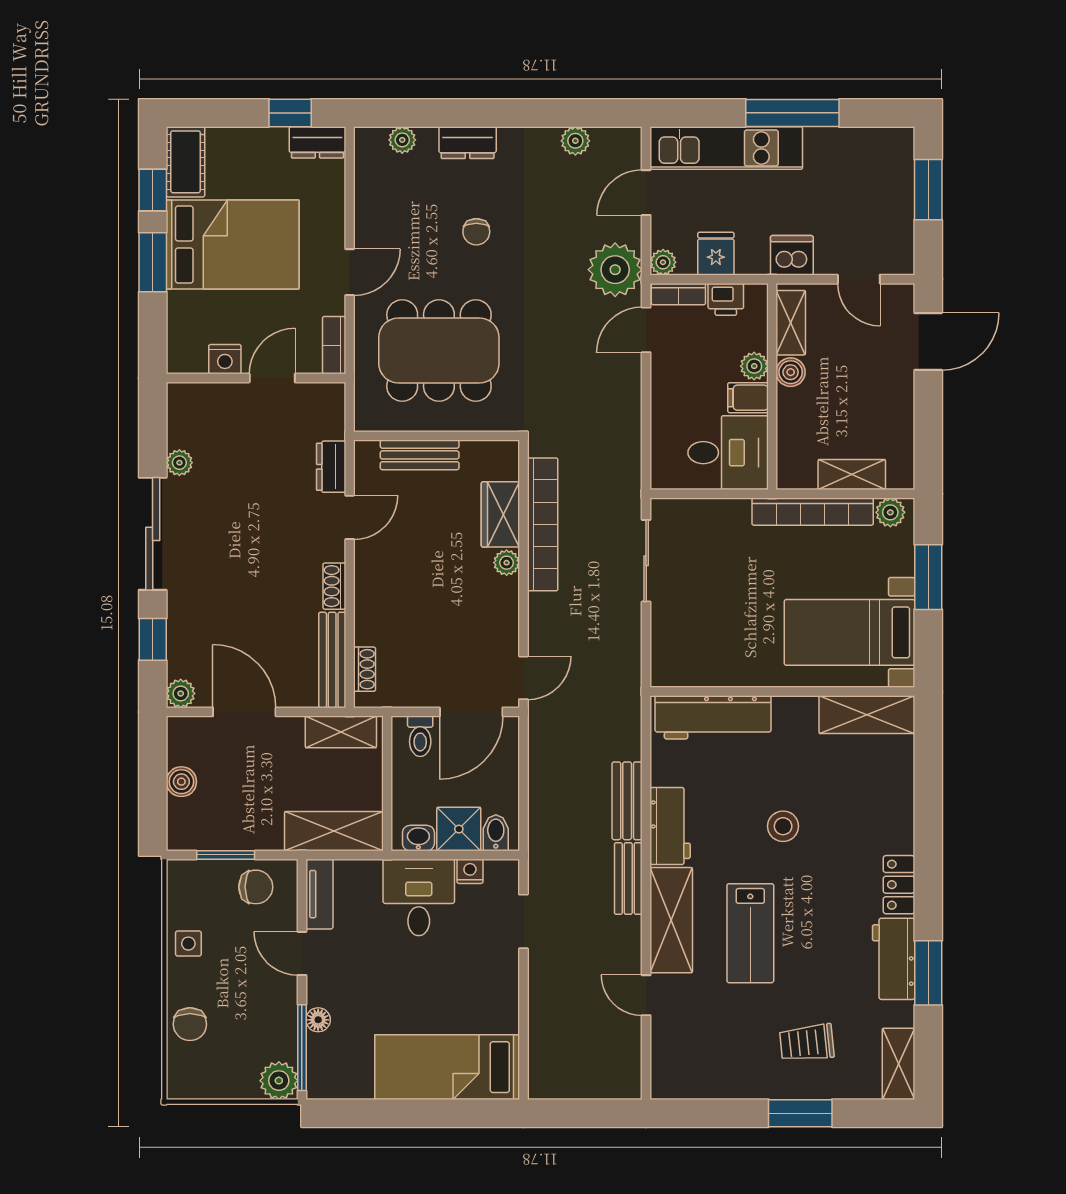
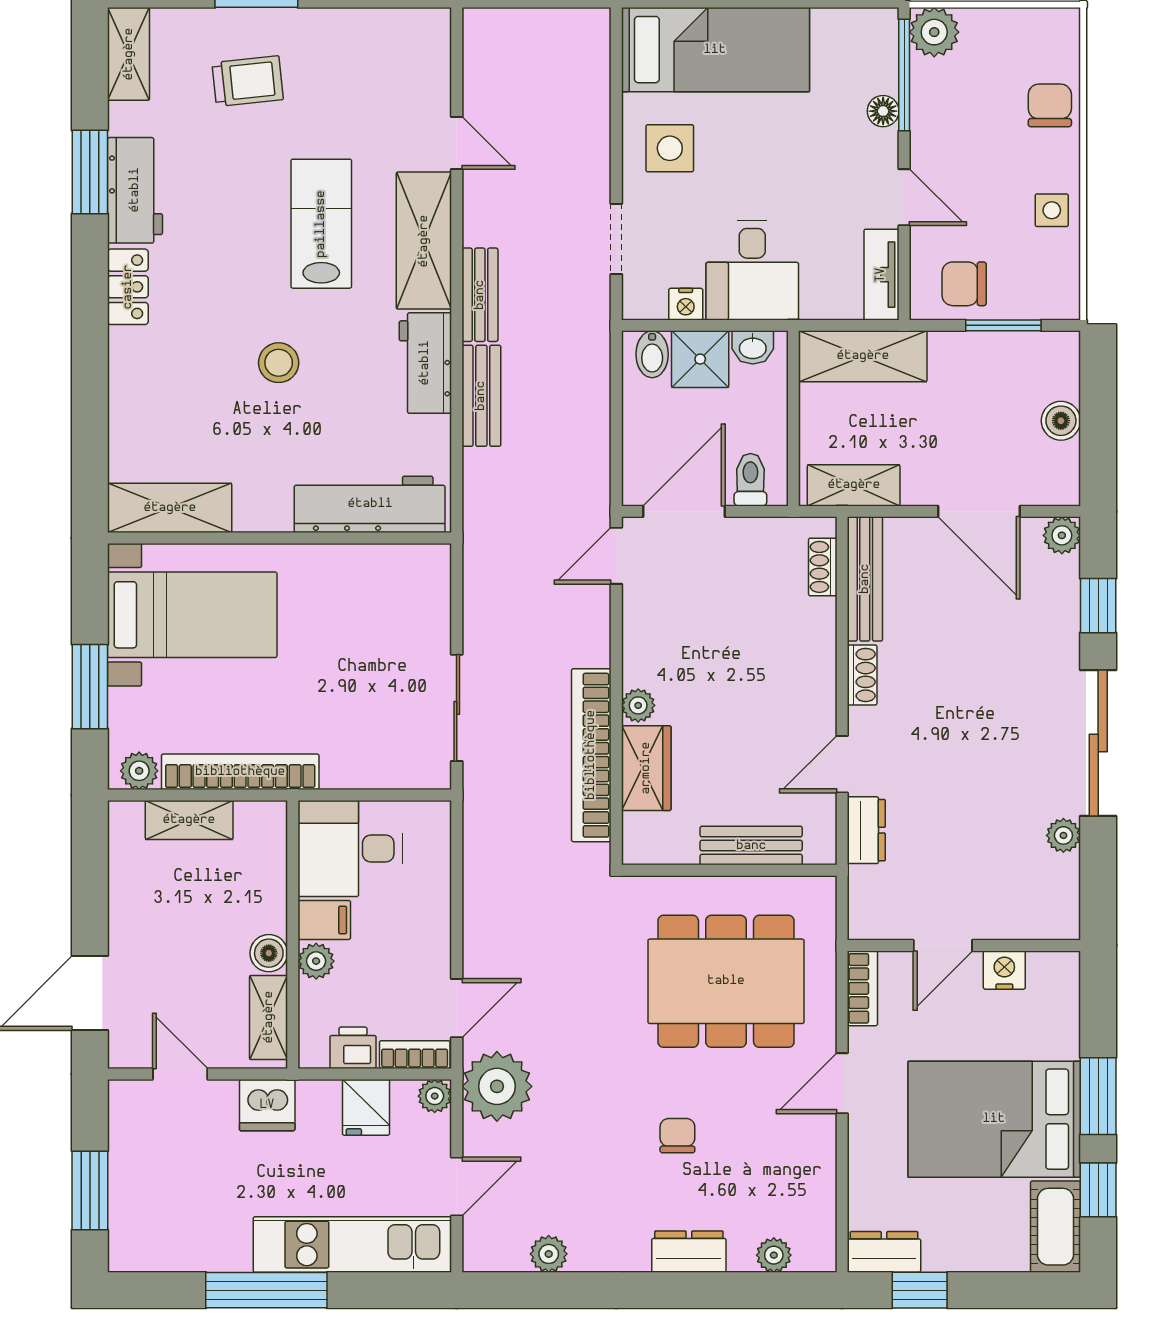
side table: (482, 991) -> (670, 148), added

